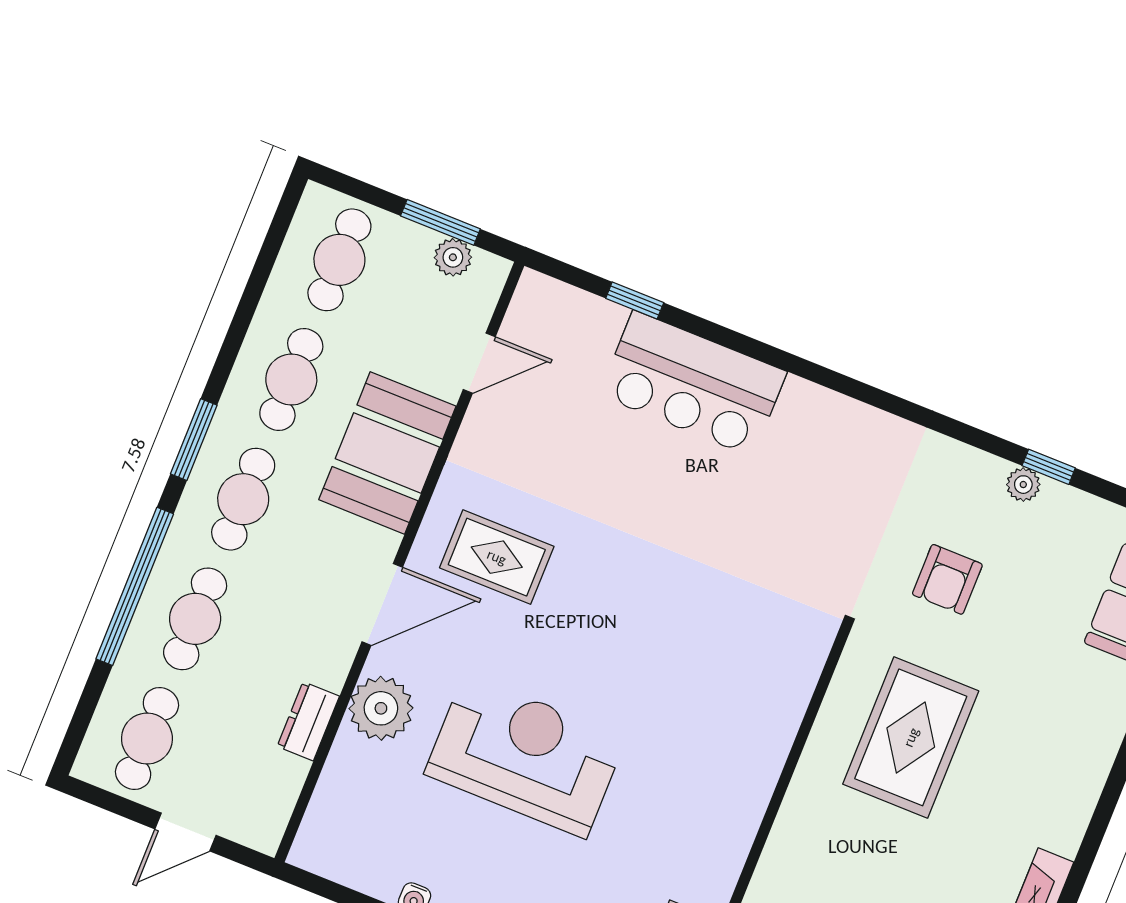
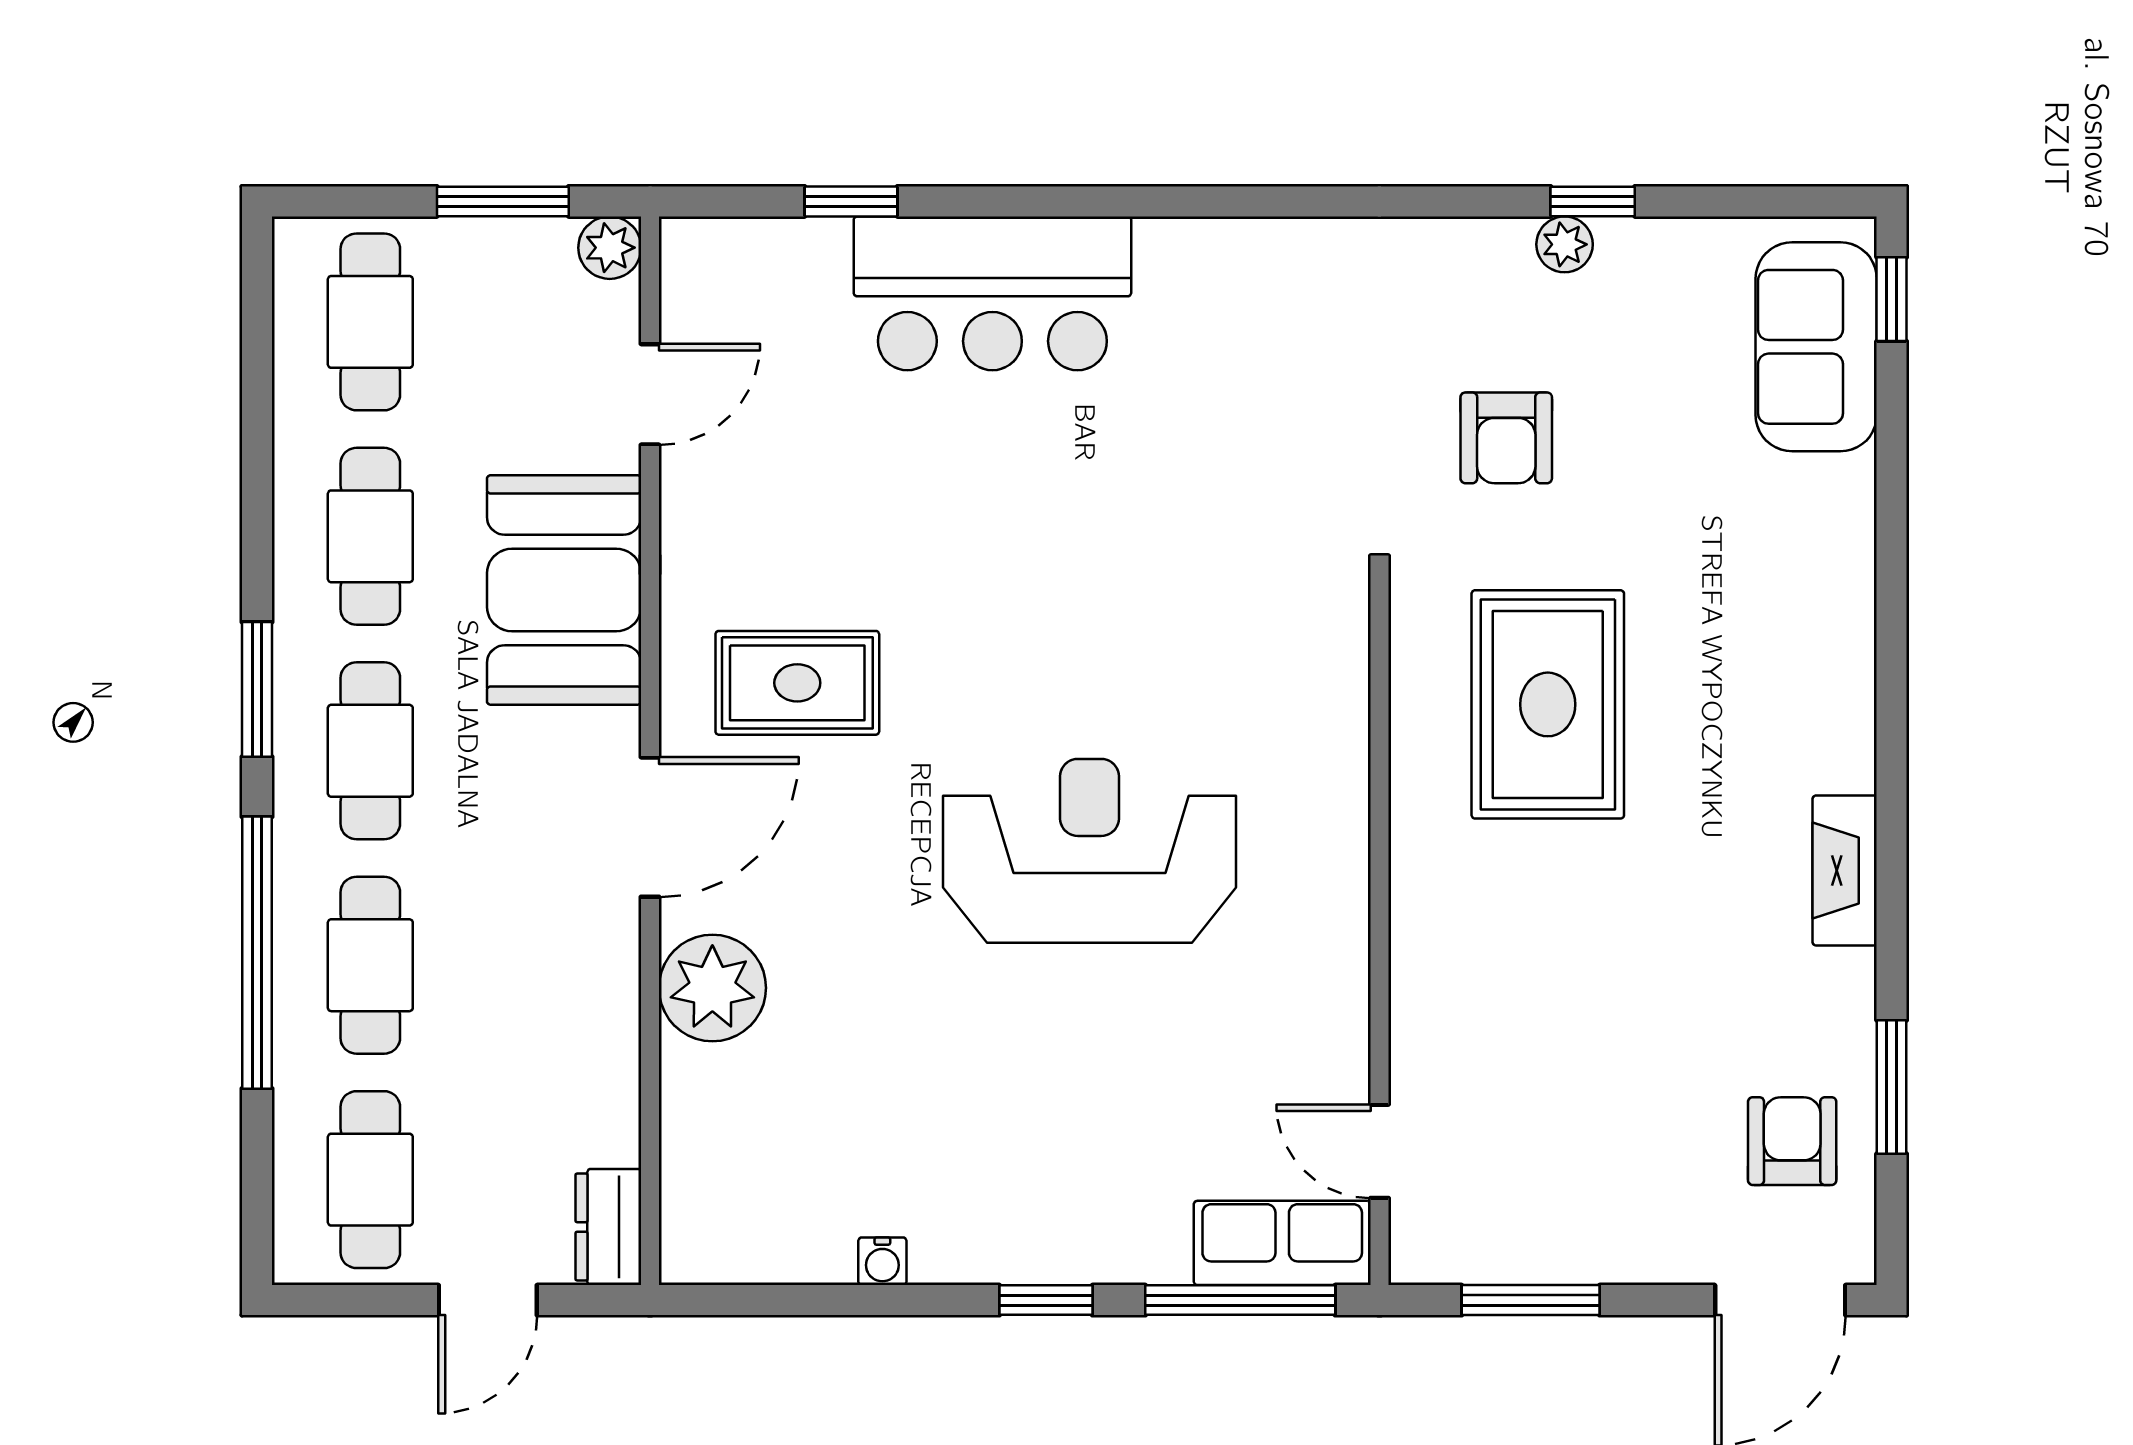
plant: (453, 257) -> (610, 248), moved
dresser: (308, 721) -> (608, 1227), moved
reception desk: (525, 756) -> (1090, 851), moved

